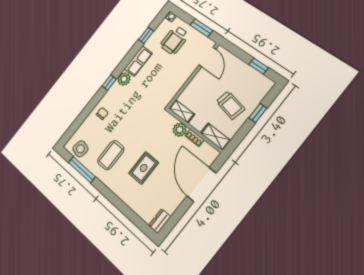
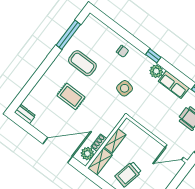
shelving: (182, 111) -> (115, 141), moved
plant: (180, 130) -> (87, 154), moved
side table: (80, 149) -> (125, 88), moved

